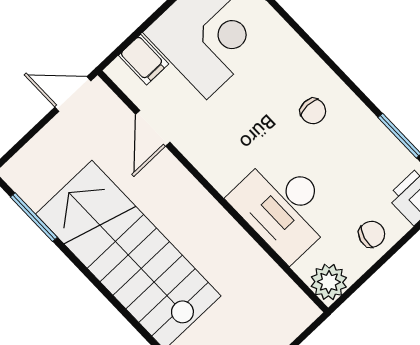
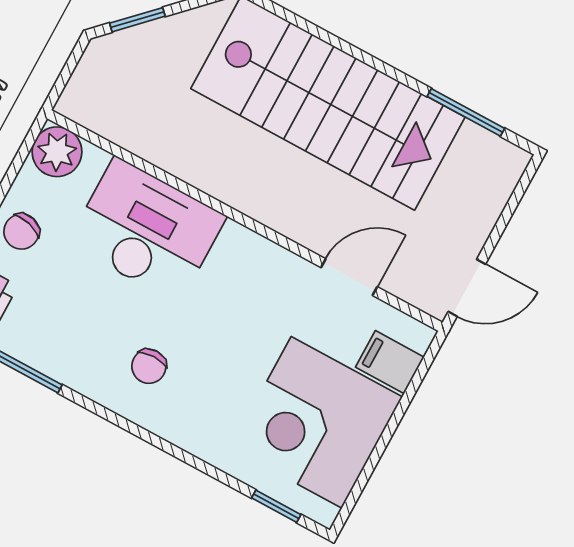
chair: (313, 111) -> (149, 366), turned -90
door: (153, 128) -> (349, 277), hinge flipped

